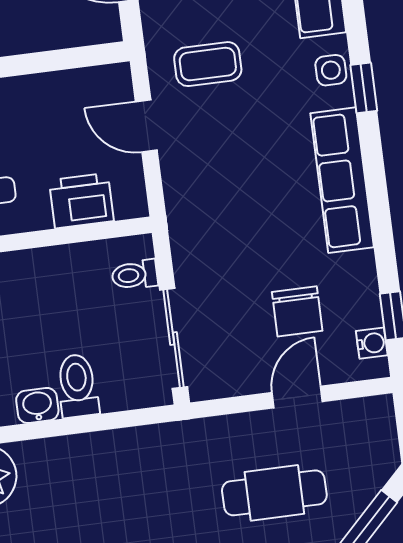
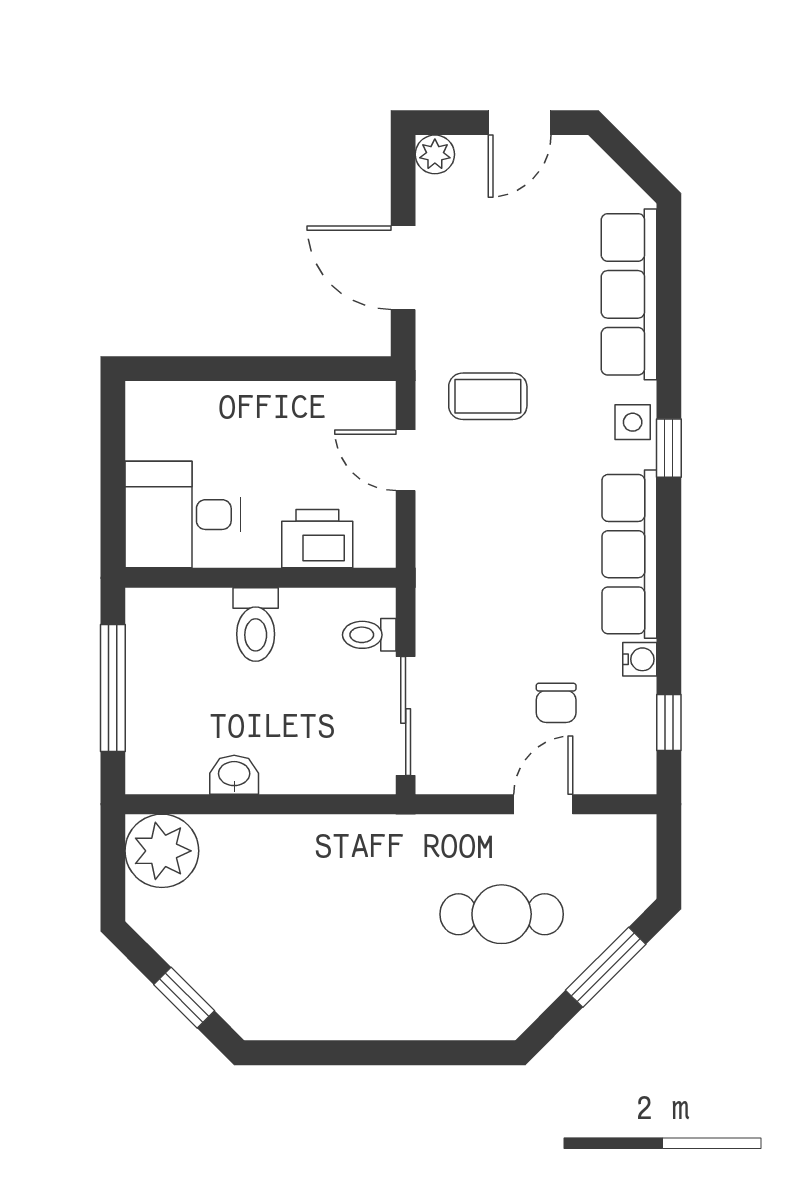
chair: (297, 311) -> (556, 703), width x0.73, depth x0.73
water cooler: (372, 343) -> (640, 659), moved
toilet: (78, 386) -> (256, 625), moved, turned 180

